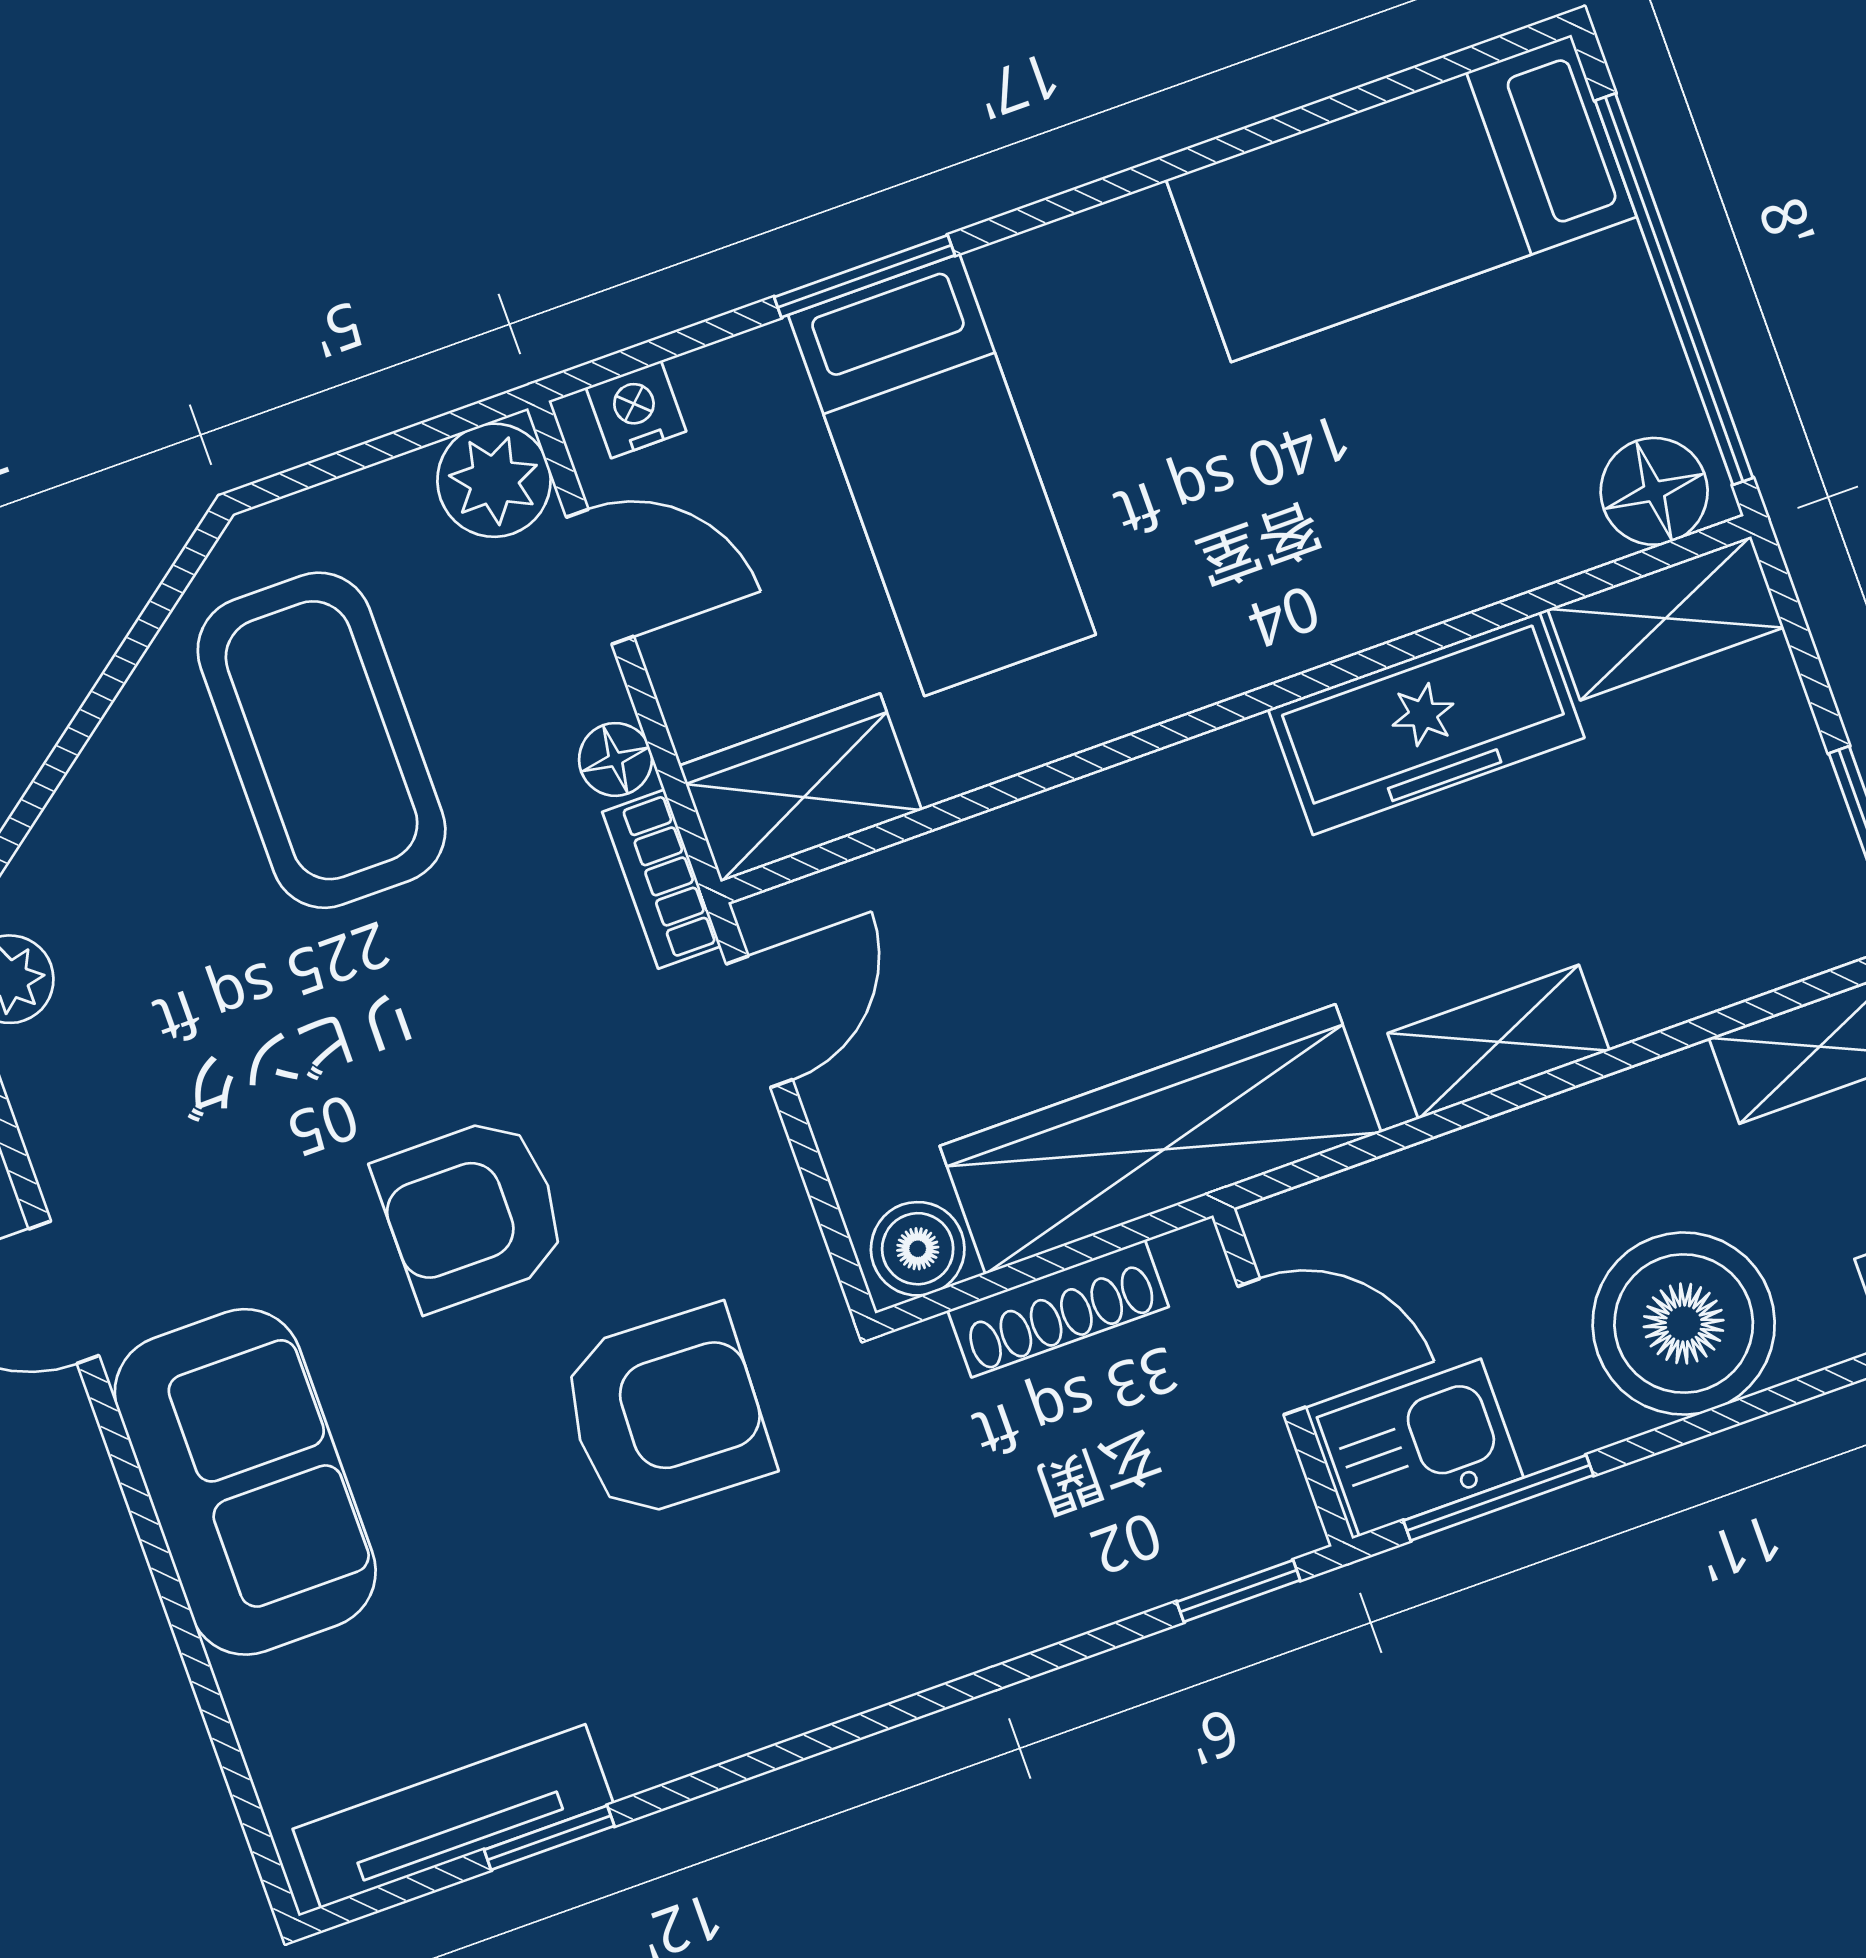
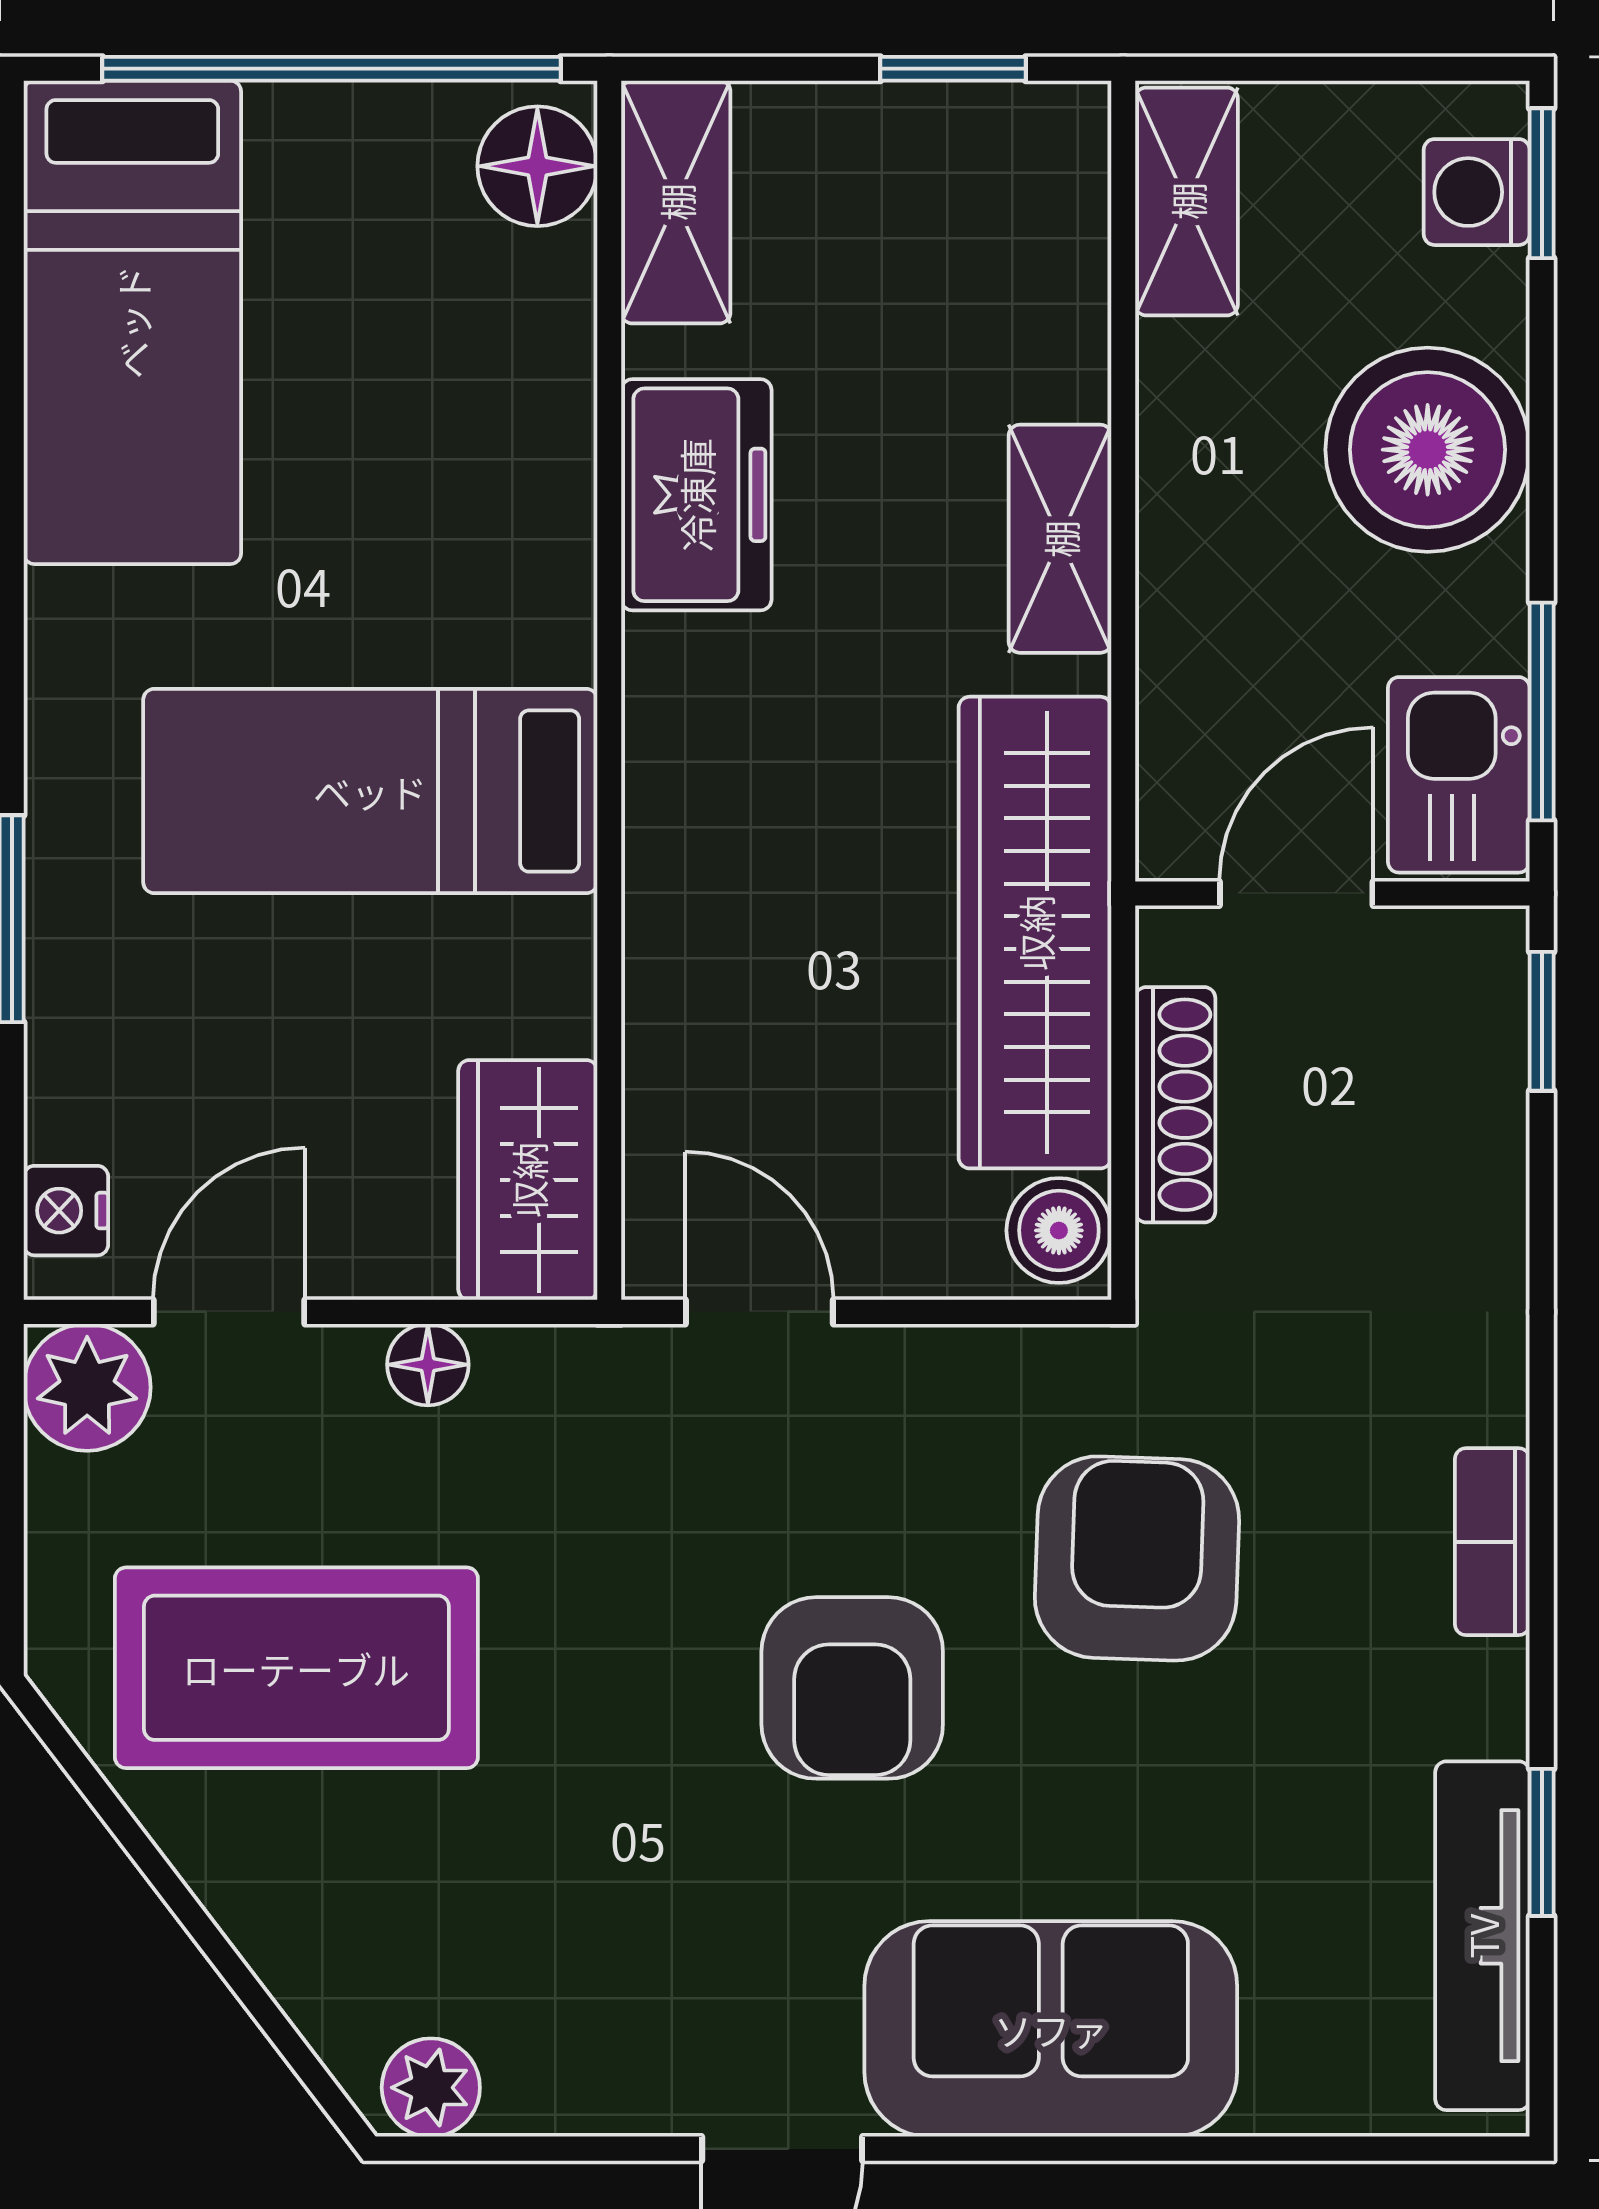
bed: (942, 475) -> (370, 791), moved, turned 180
freezer: (1426, 723) -> (696, 495), width x0.71
bookcase: (662, 879) -> (1492, 1542), moved, turned 90

